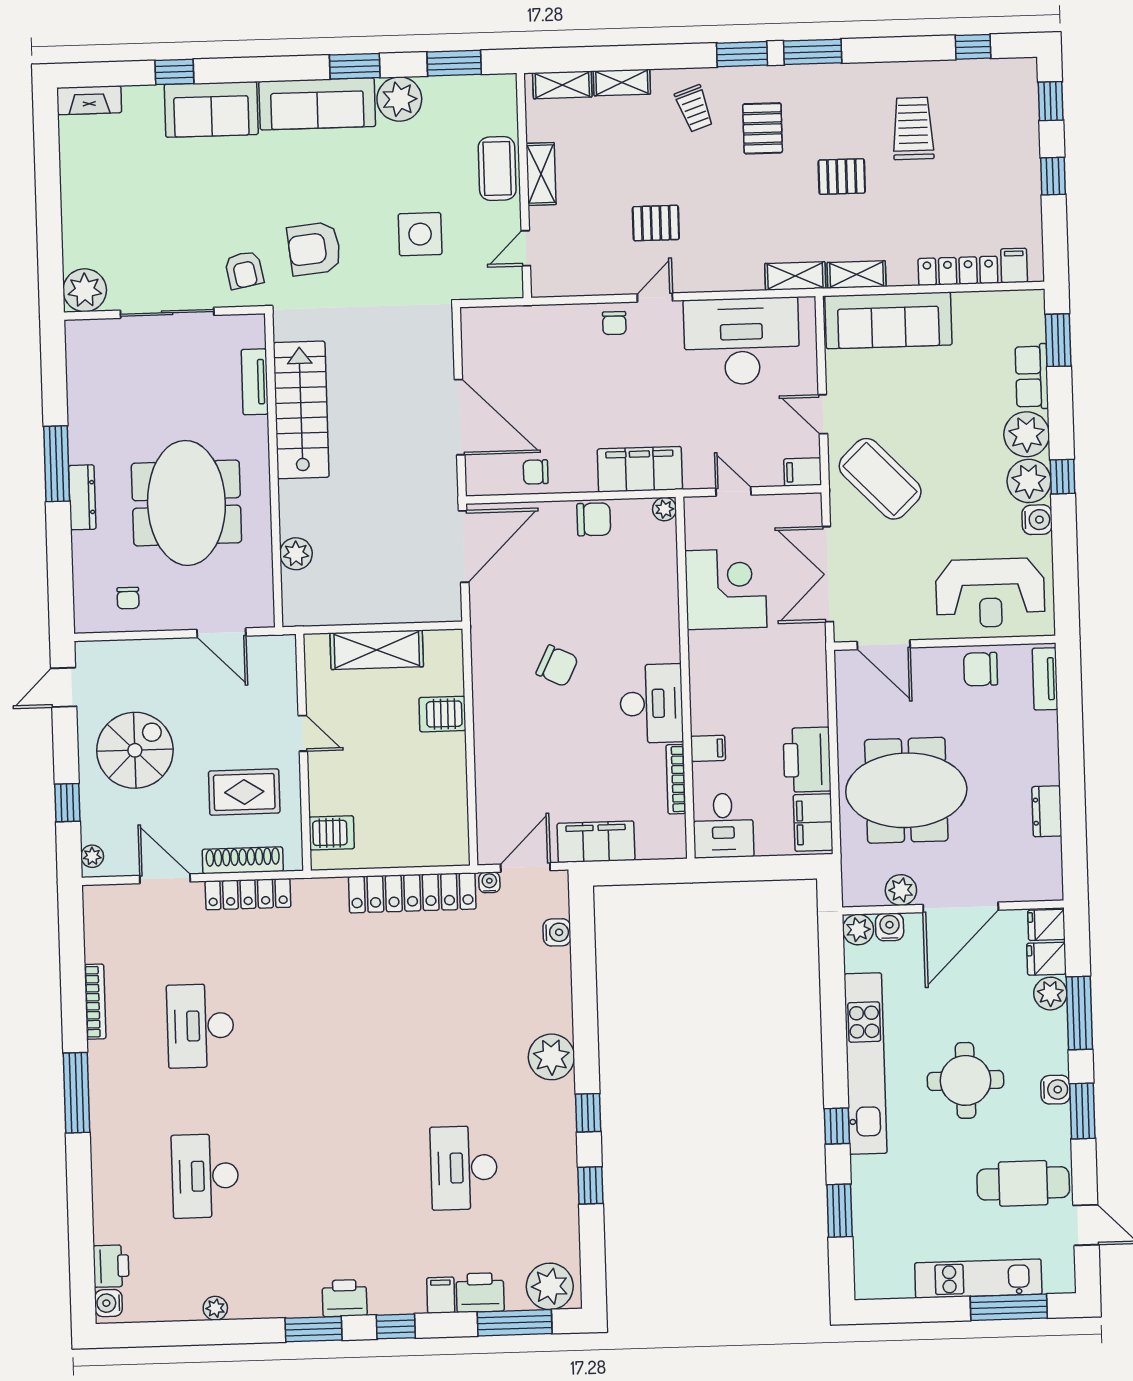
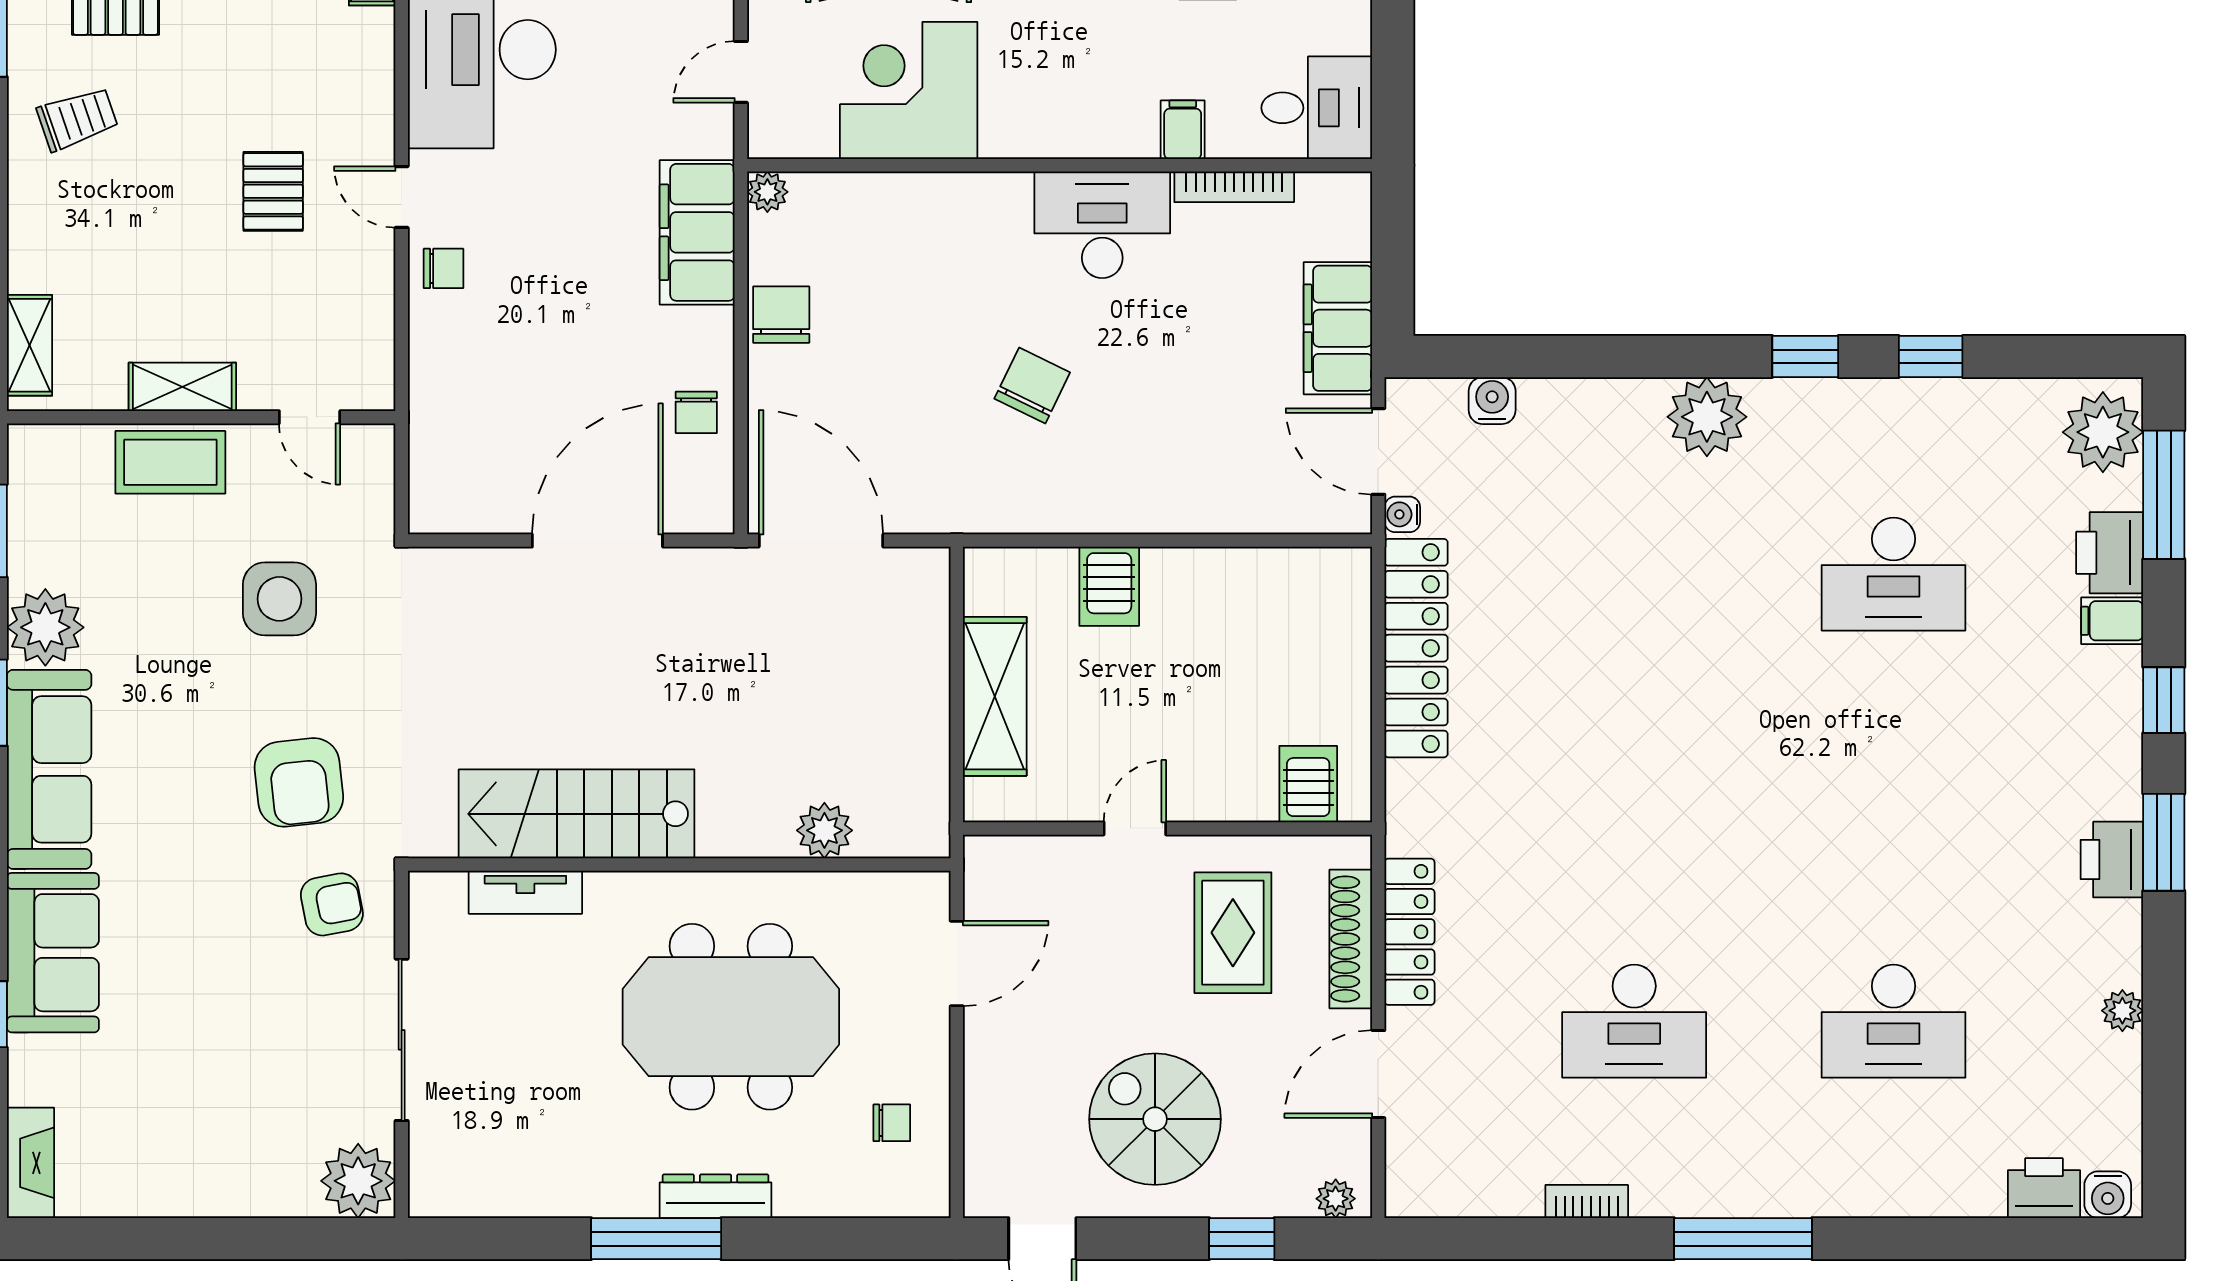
shelving: (622, 82) -> (29, 242), removed
bookcase: (95, 1002) -> (1587, 1202), width x0.64
printer: (345, 1298) -> (2112, 860), moved

